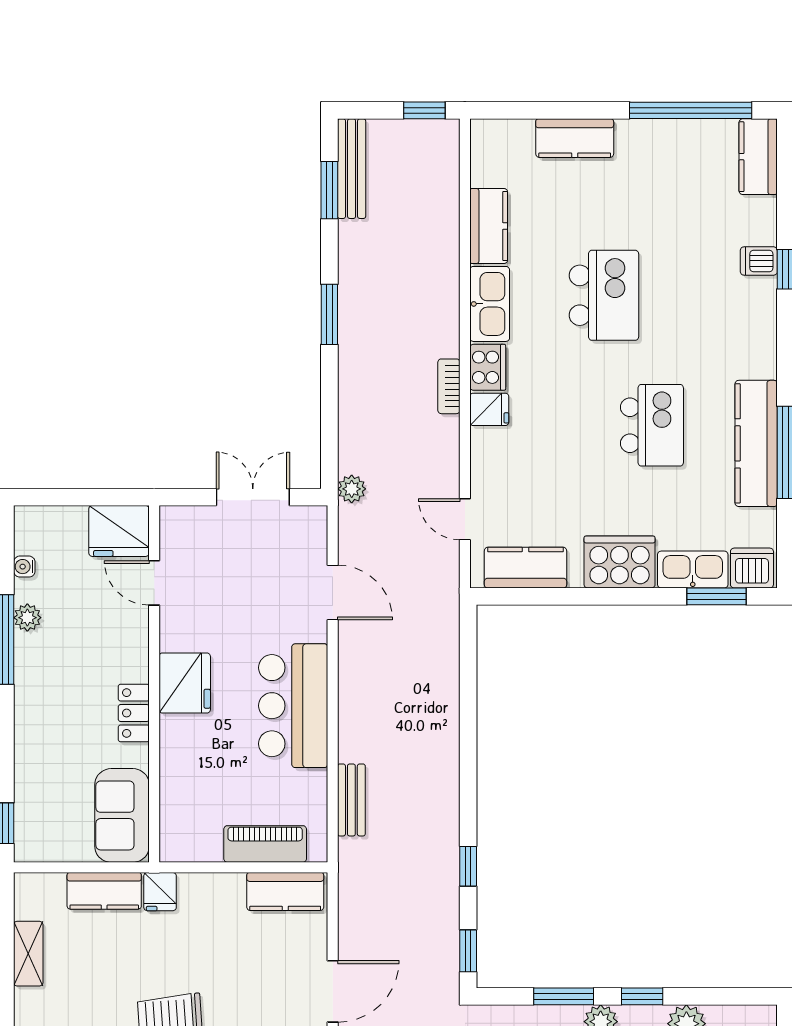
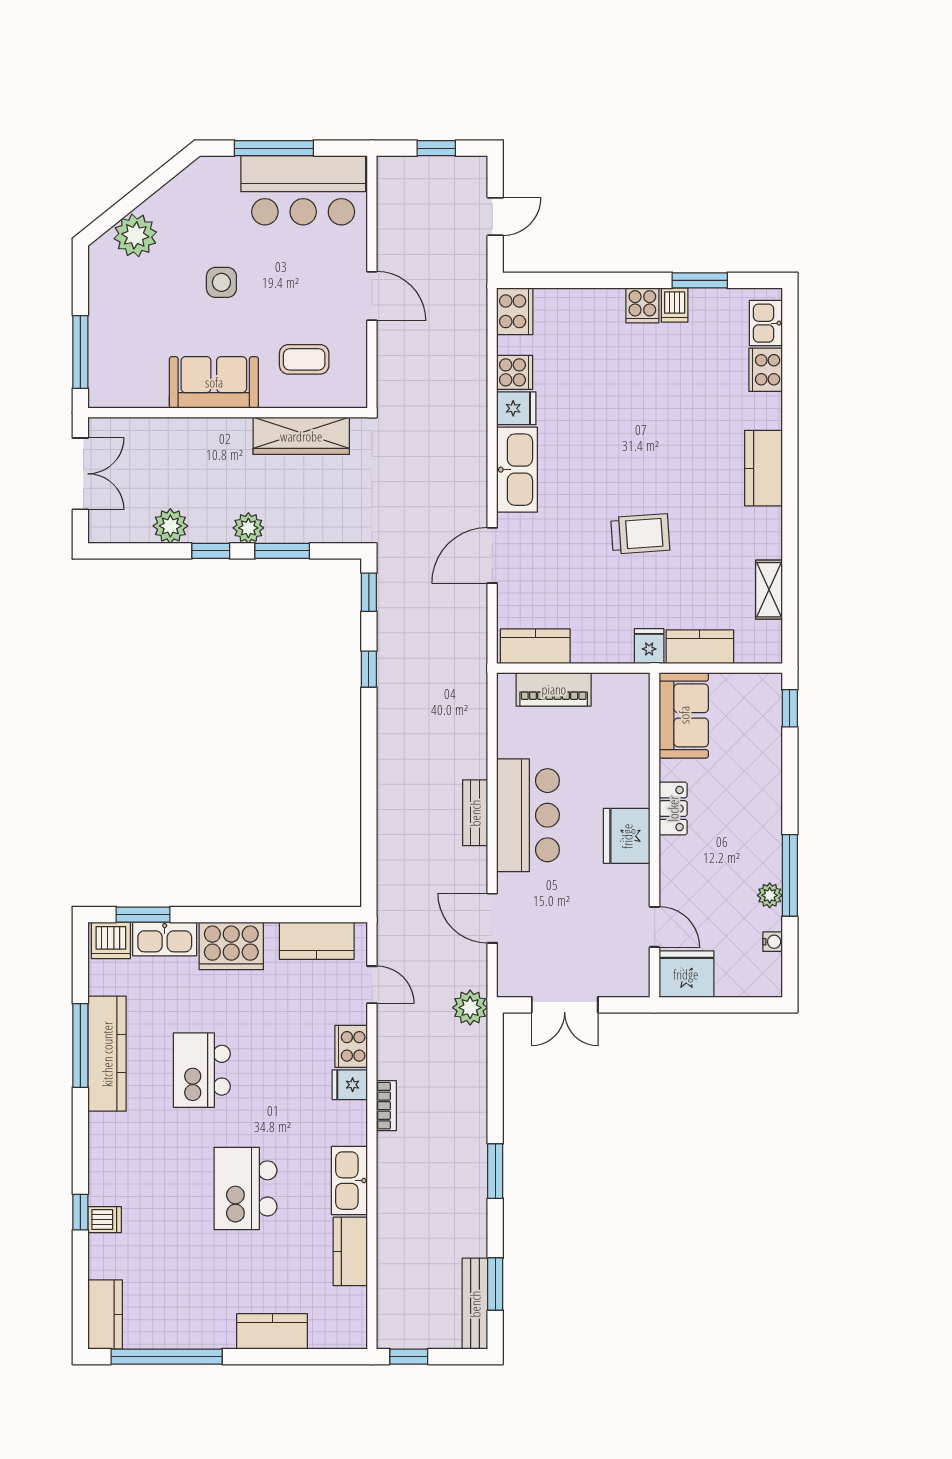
cooker: (488, 367) -> (351, 1046), moved
plant: (352, 489) -> (470, 1008), width x1.38, depth x1.38
bench: (351, 800) -> (475, 813), moved

